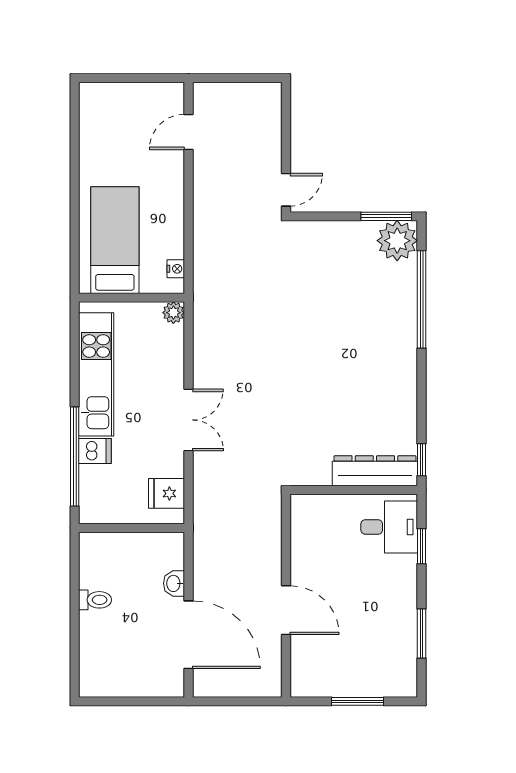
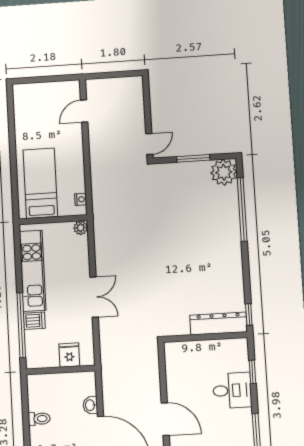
window: (386, 216) -> (193, 158), moved
fridge: (167, 493) -> (69, 355), moved, turned 90
desk: (389, 527) -> (232, 390), moved

